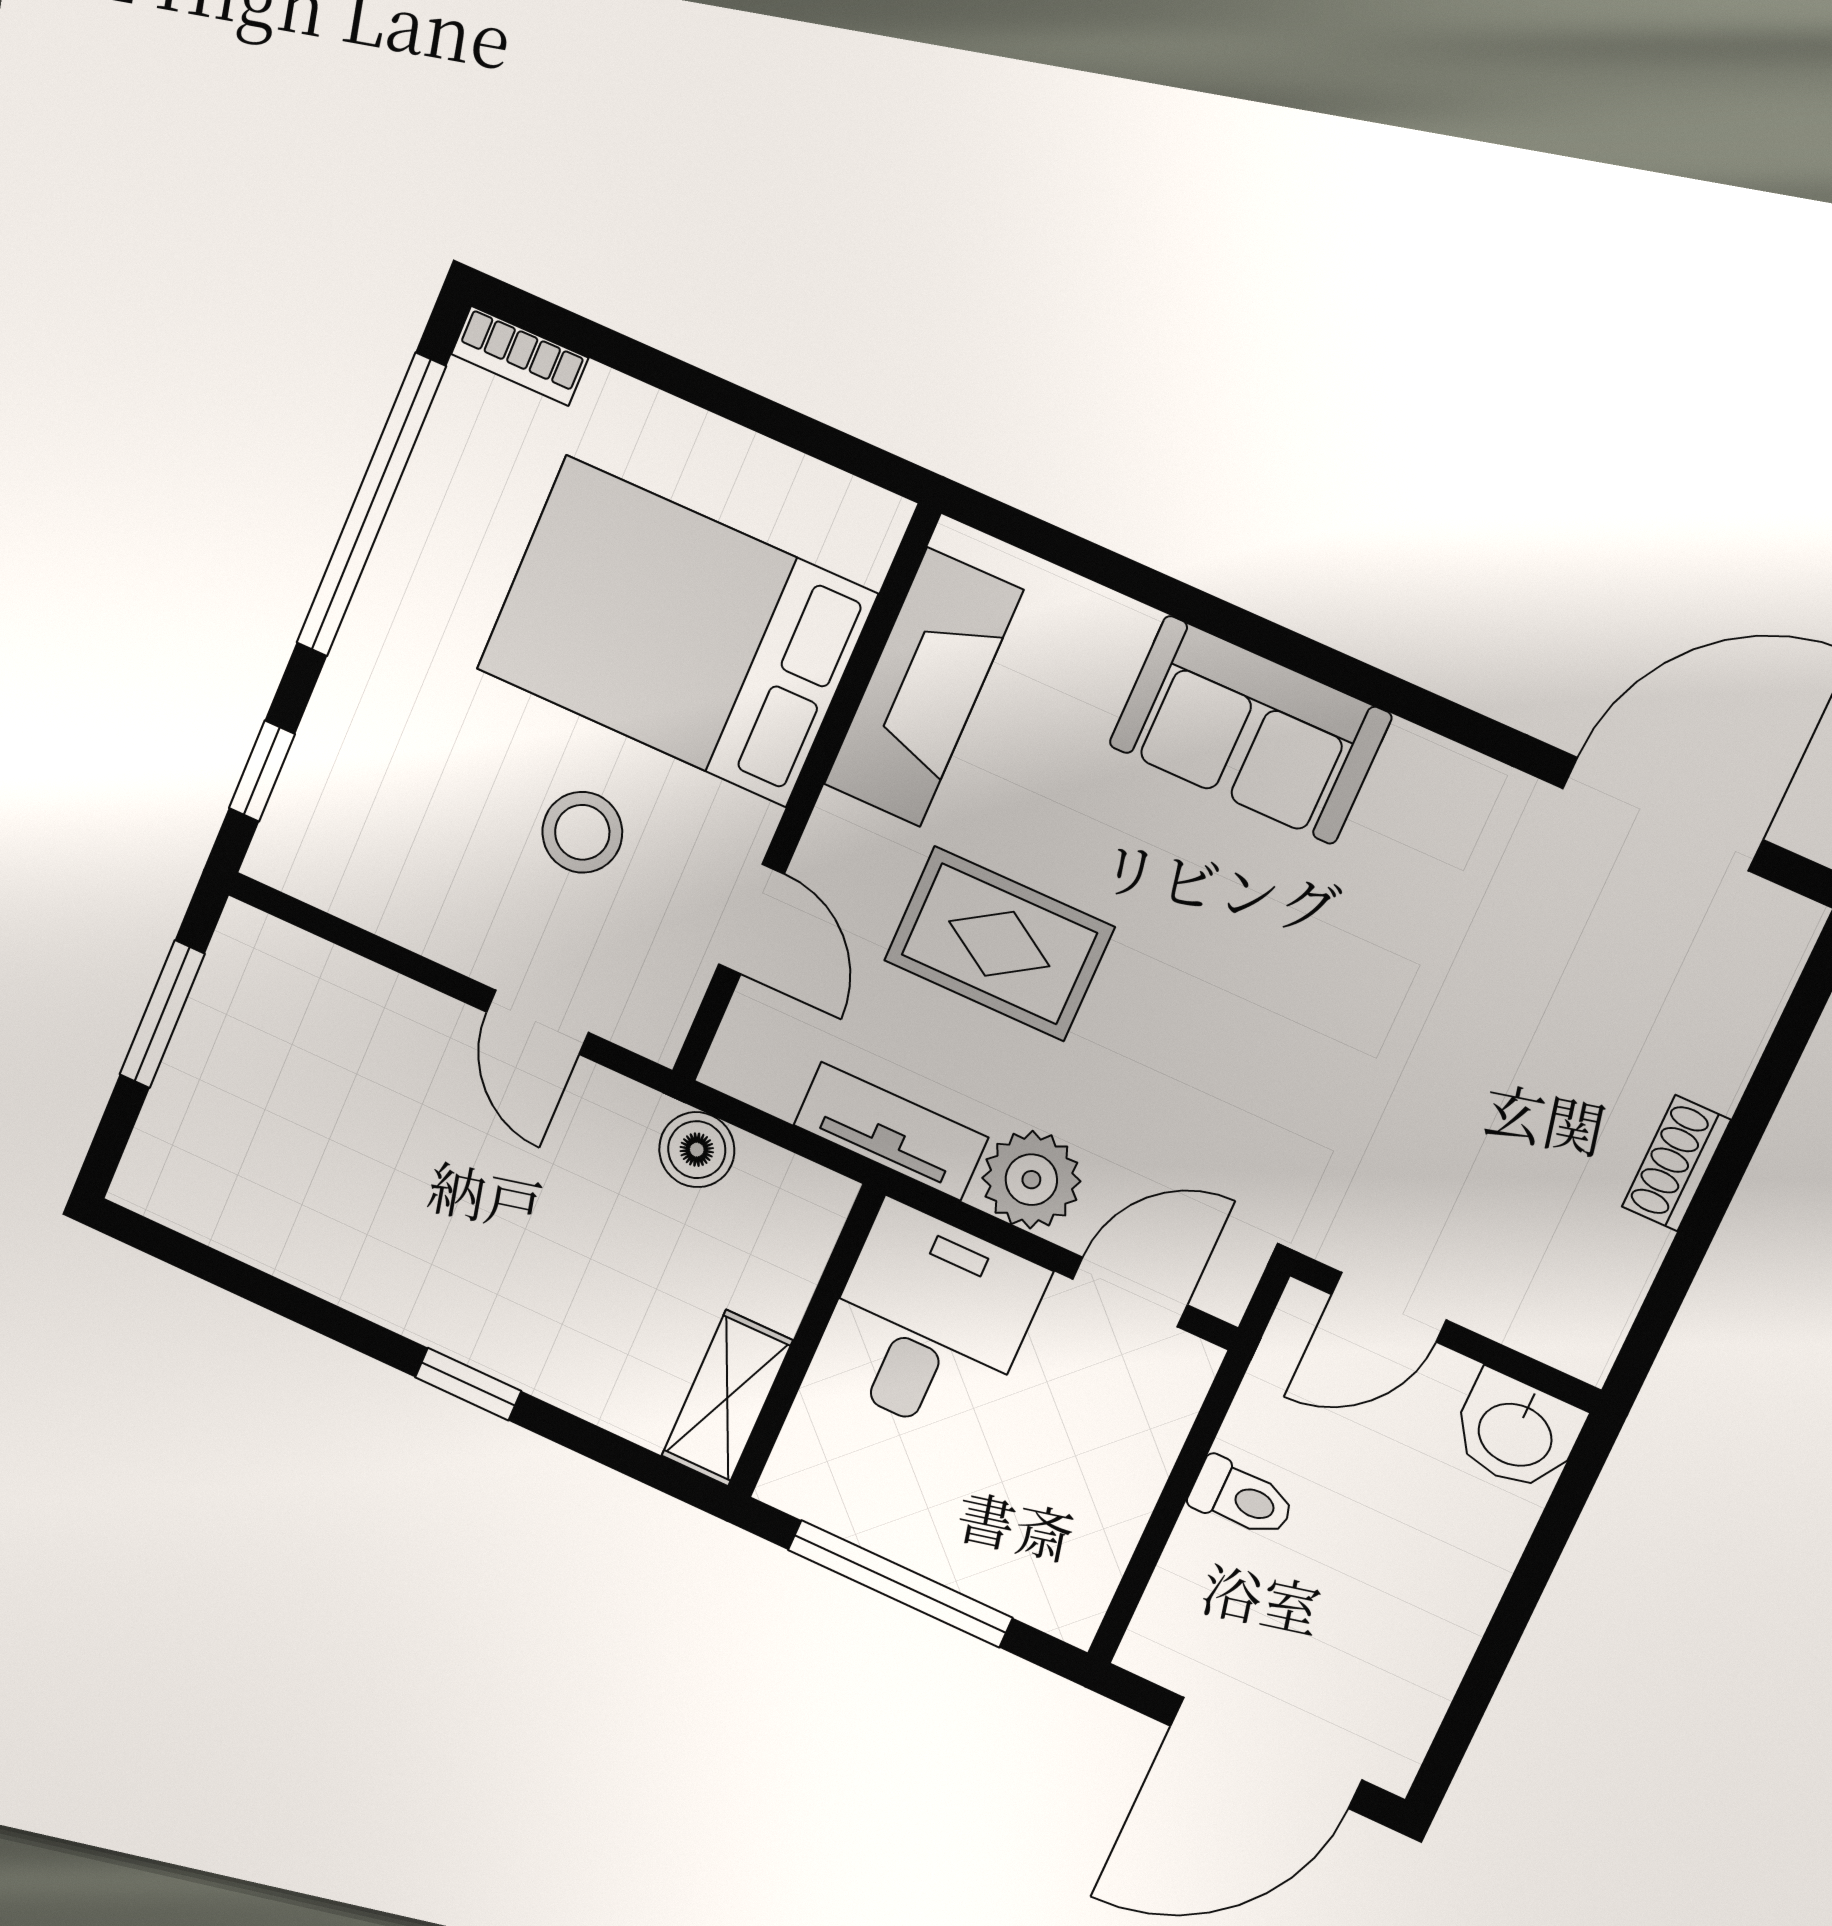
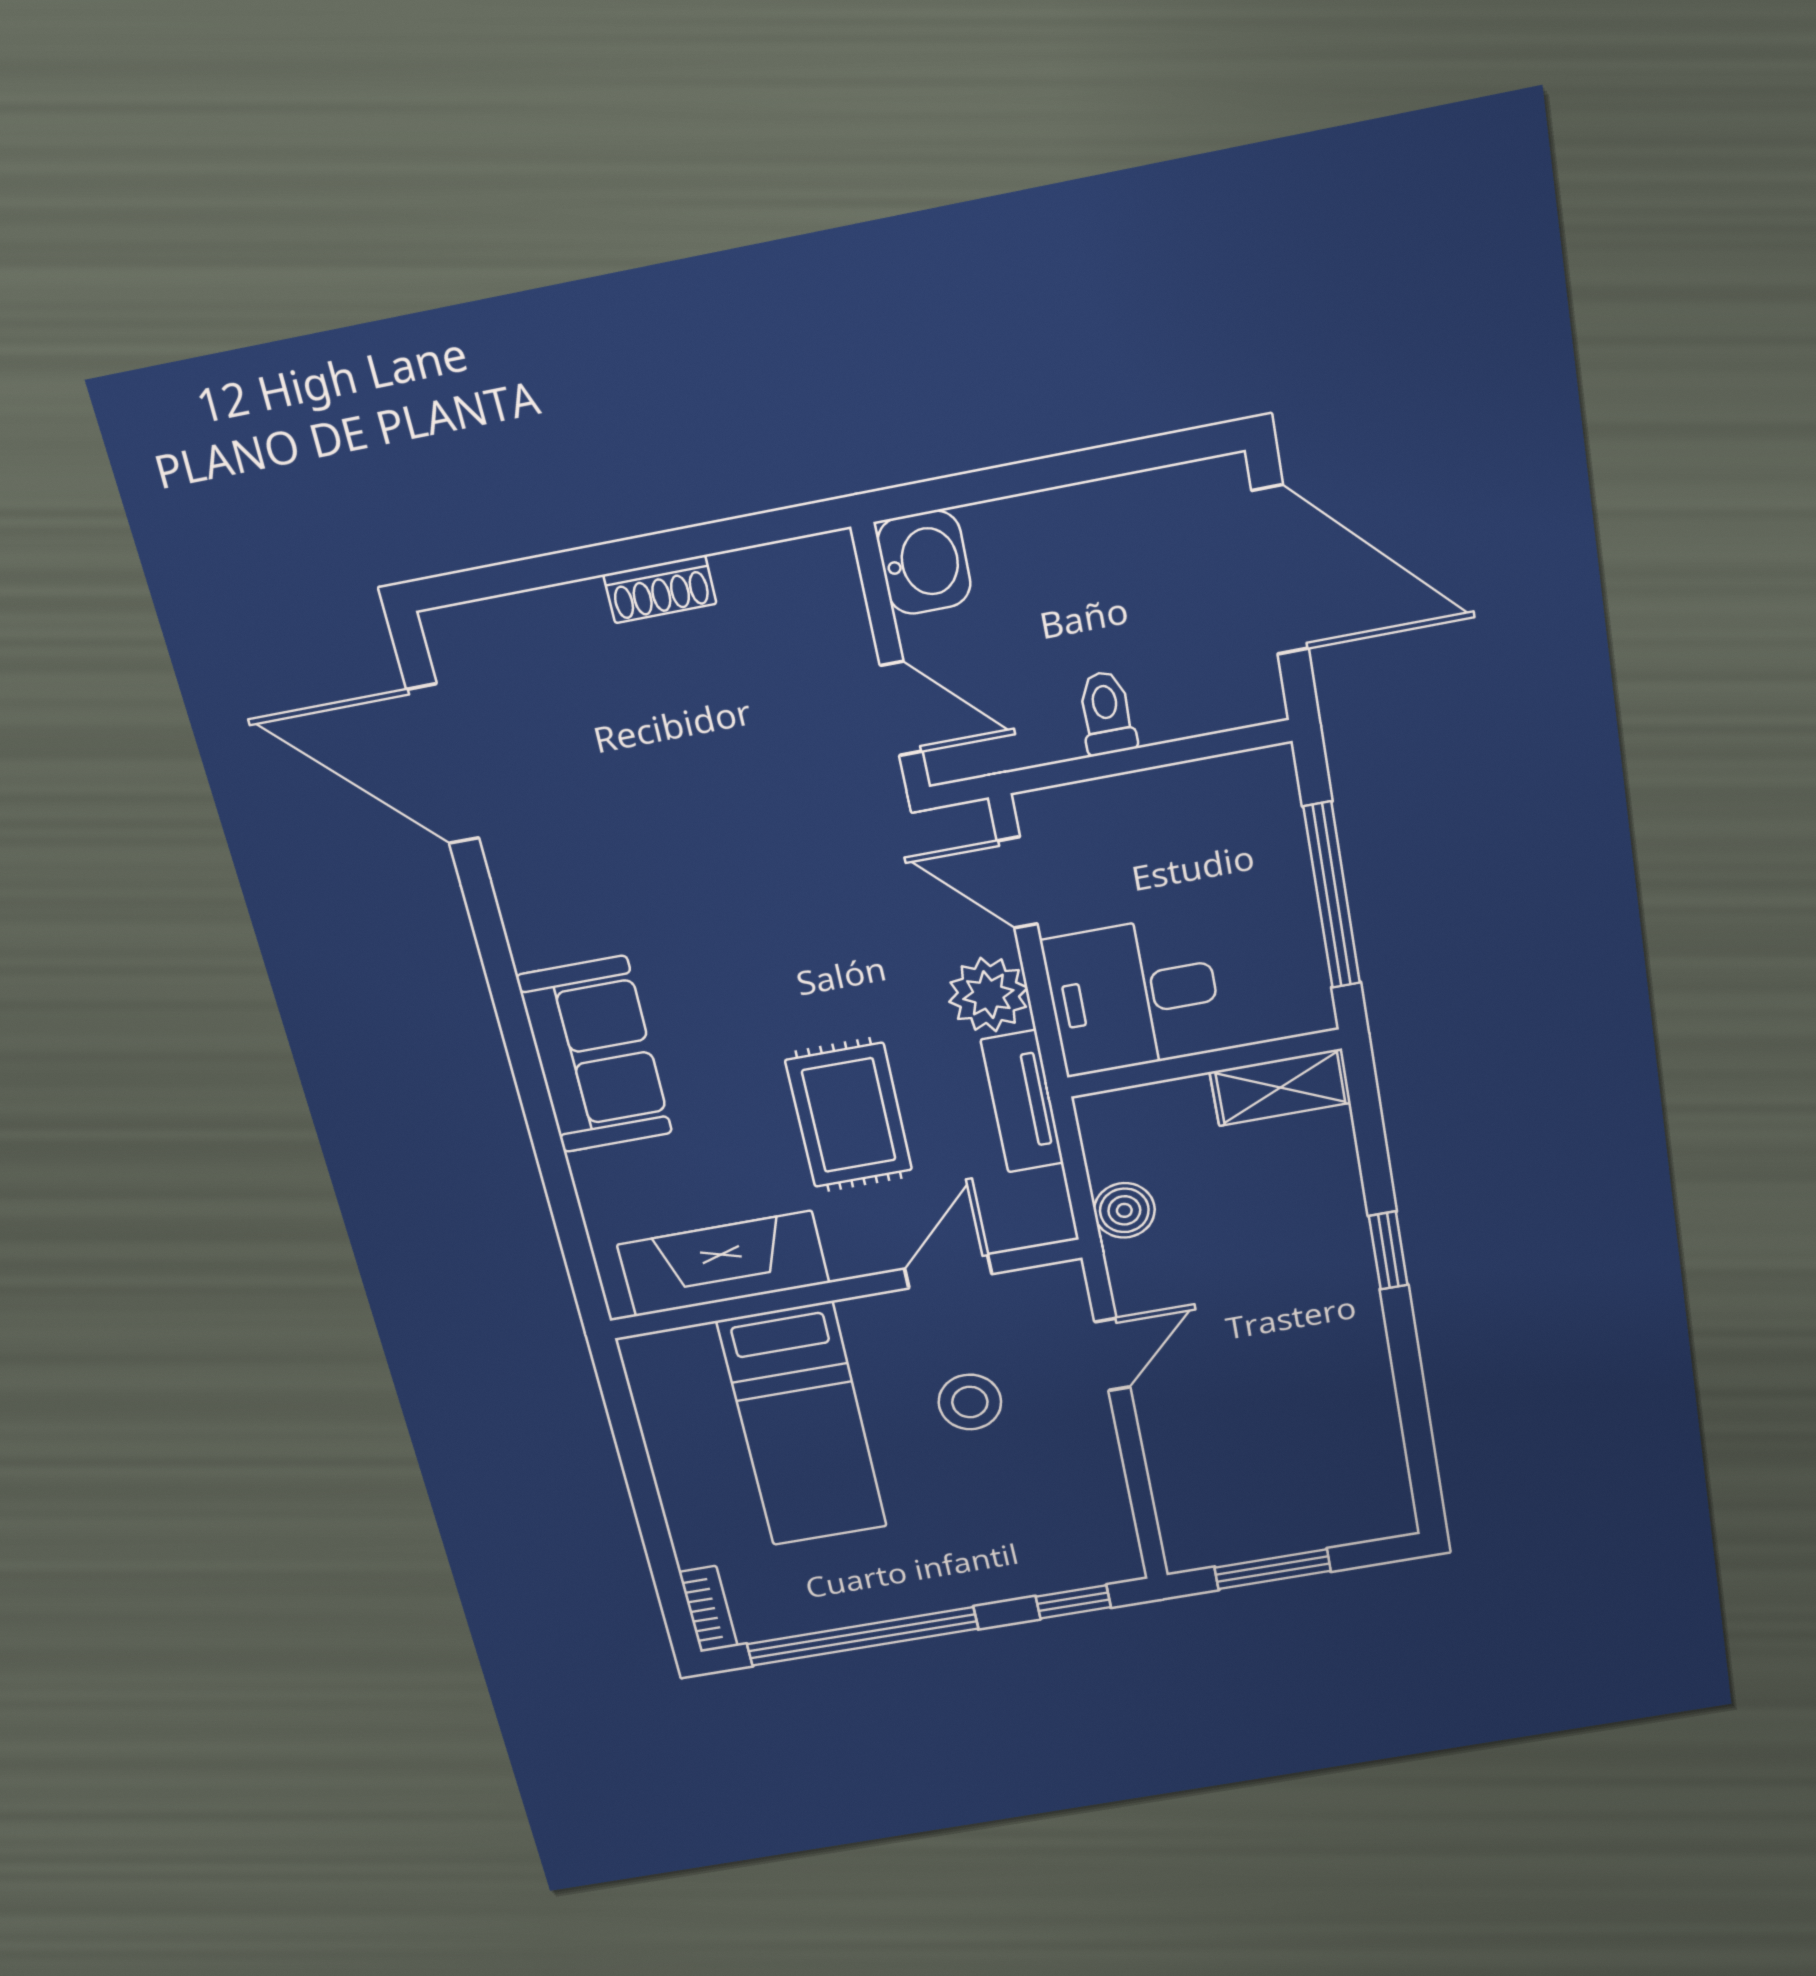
bed: (676, 631) -> (802, 1425), width x0.67

